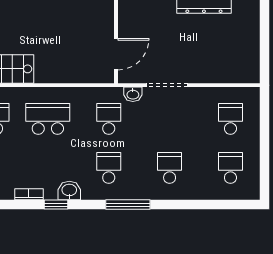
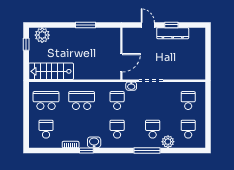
plant: (196, 189) -> (168, 142), added
window: (128, 205) -> (147, 150), moved

